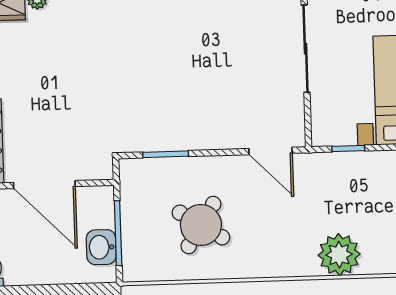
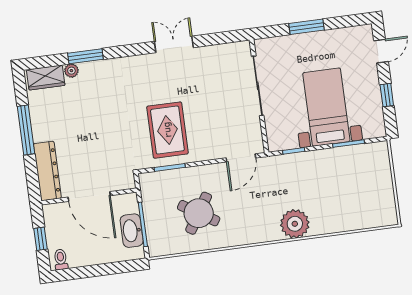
rug: (168, 100) -> (167, 130), added
door: (271, 151) -> (241, 158), hinge flipped
washbasin: (101, 247) -> (132, 231), width x1.38

